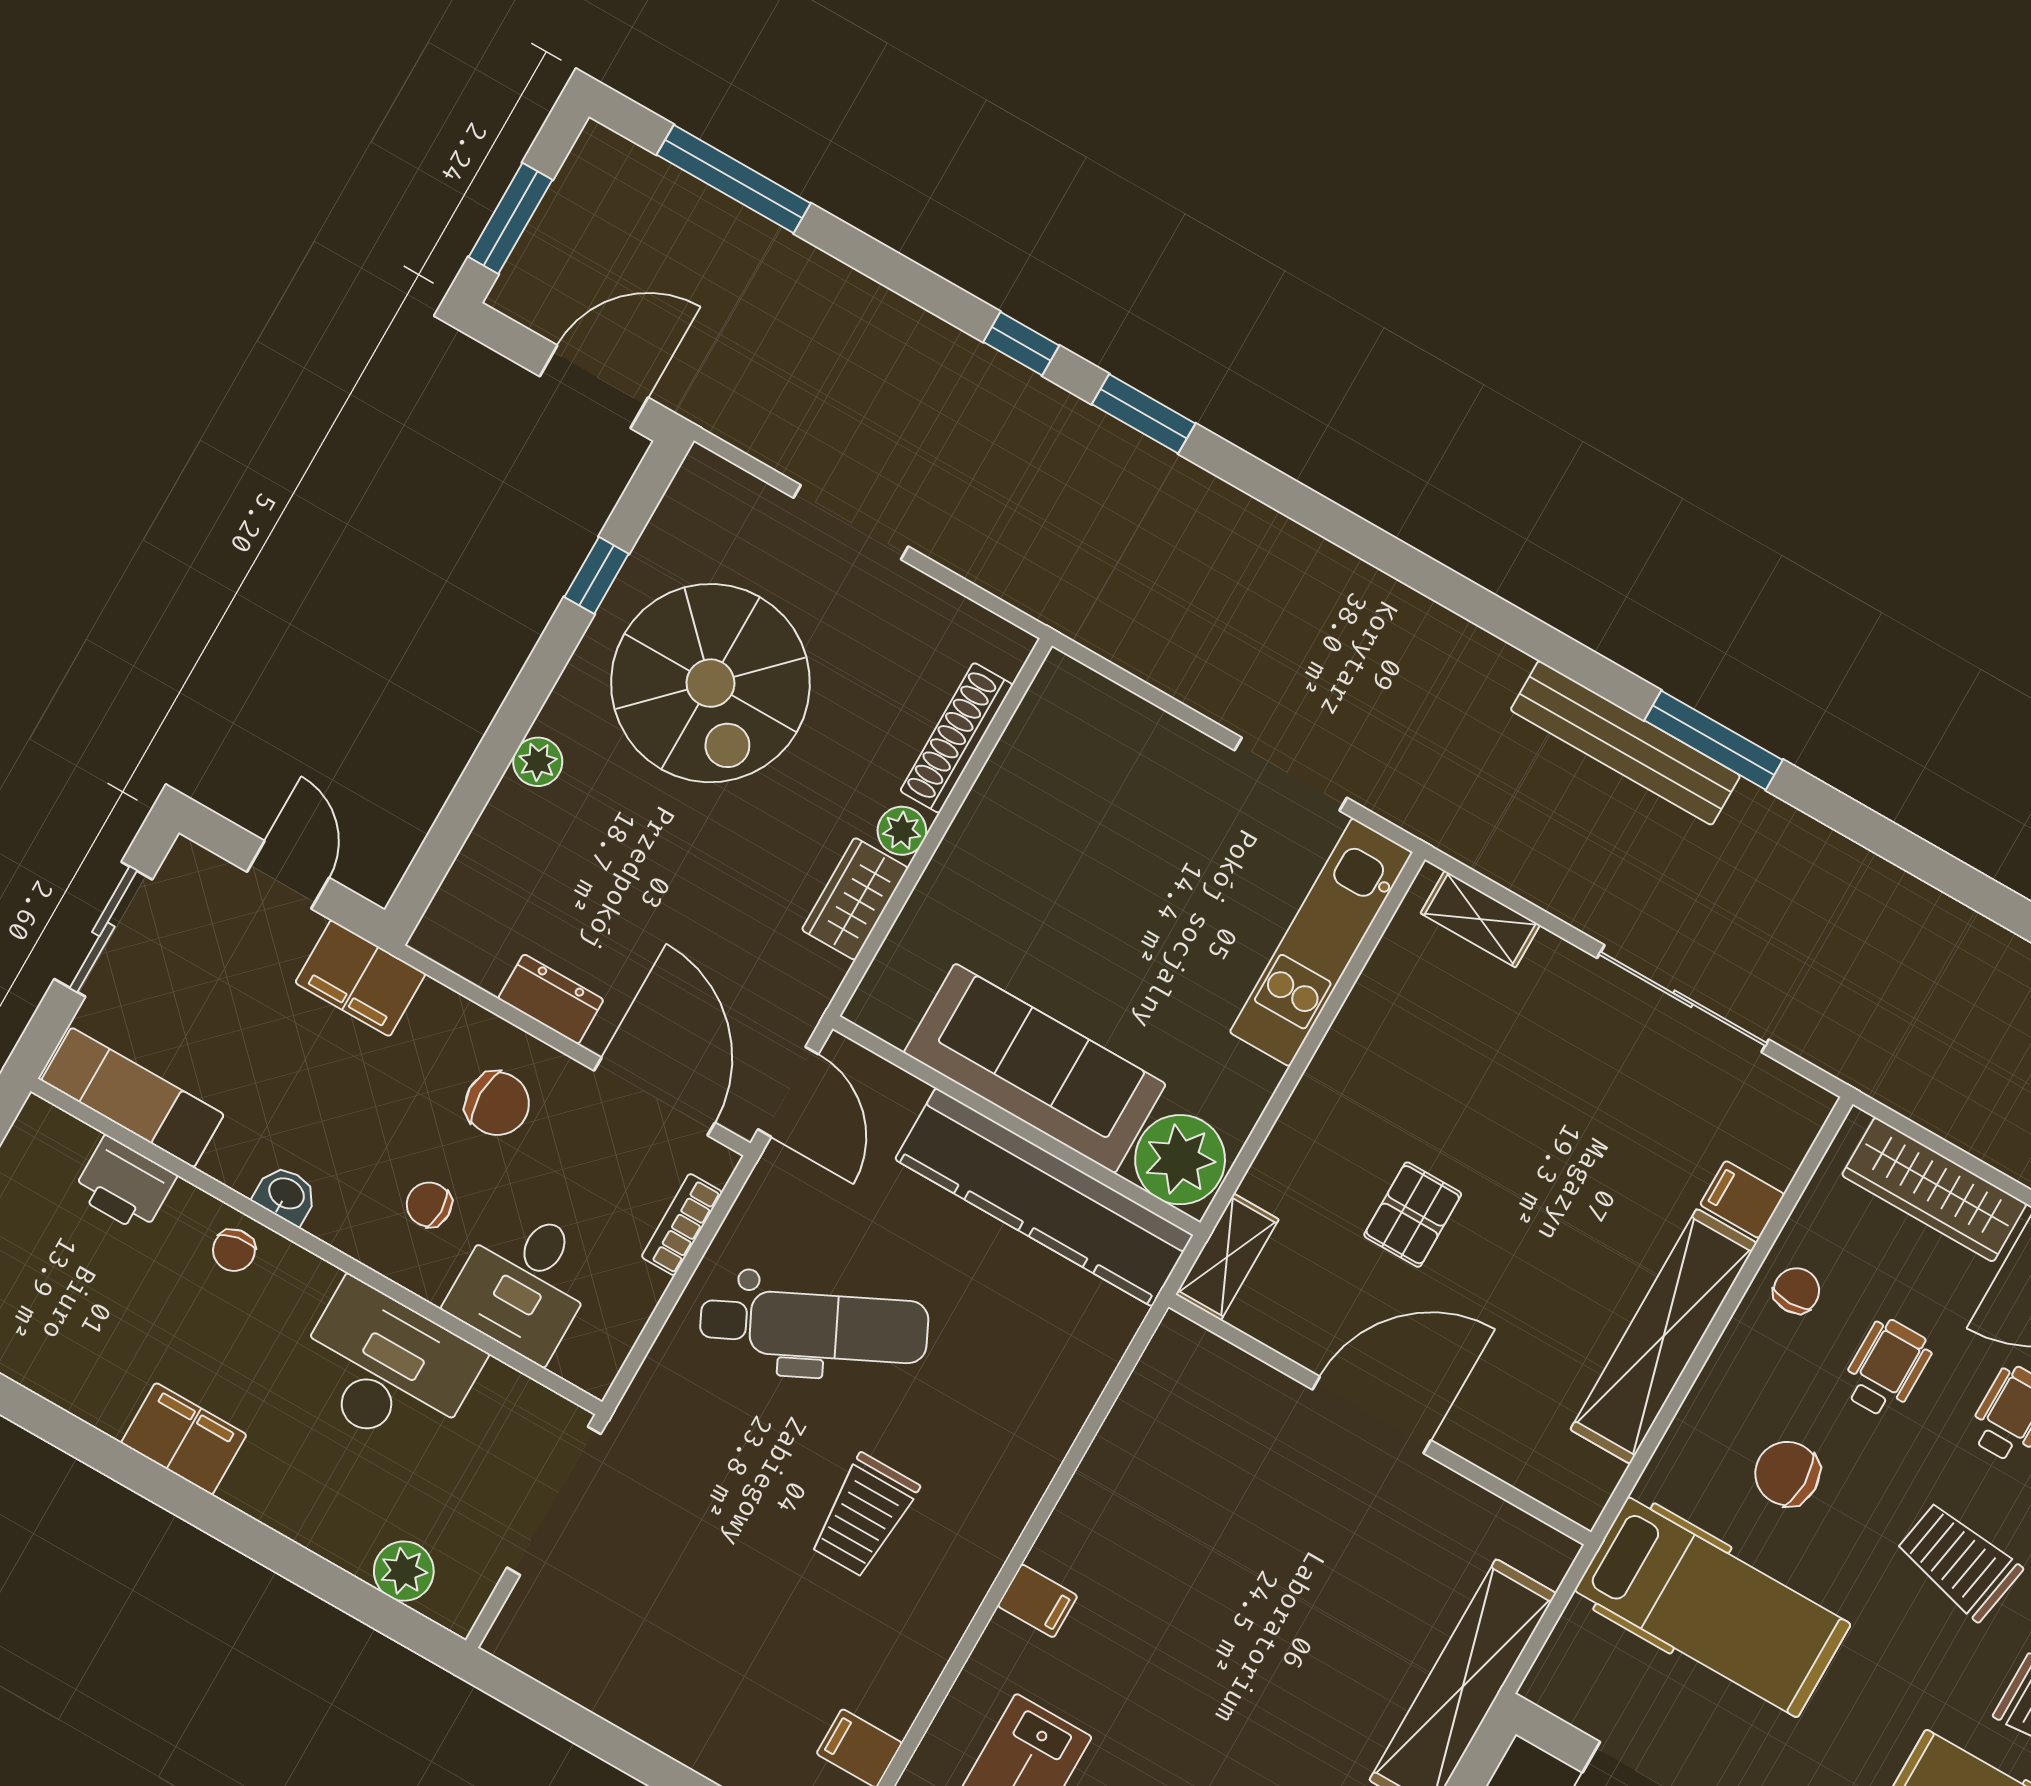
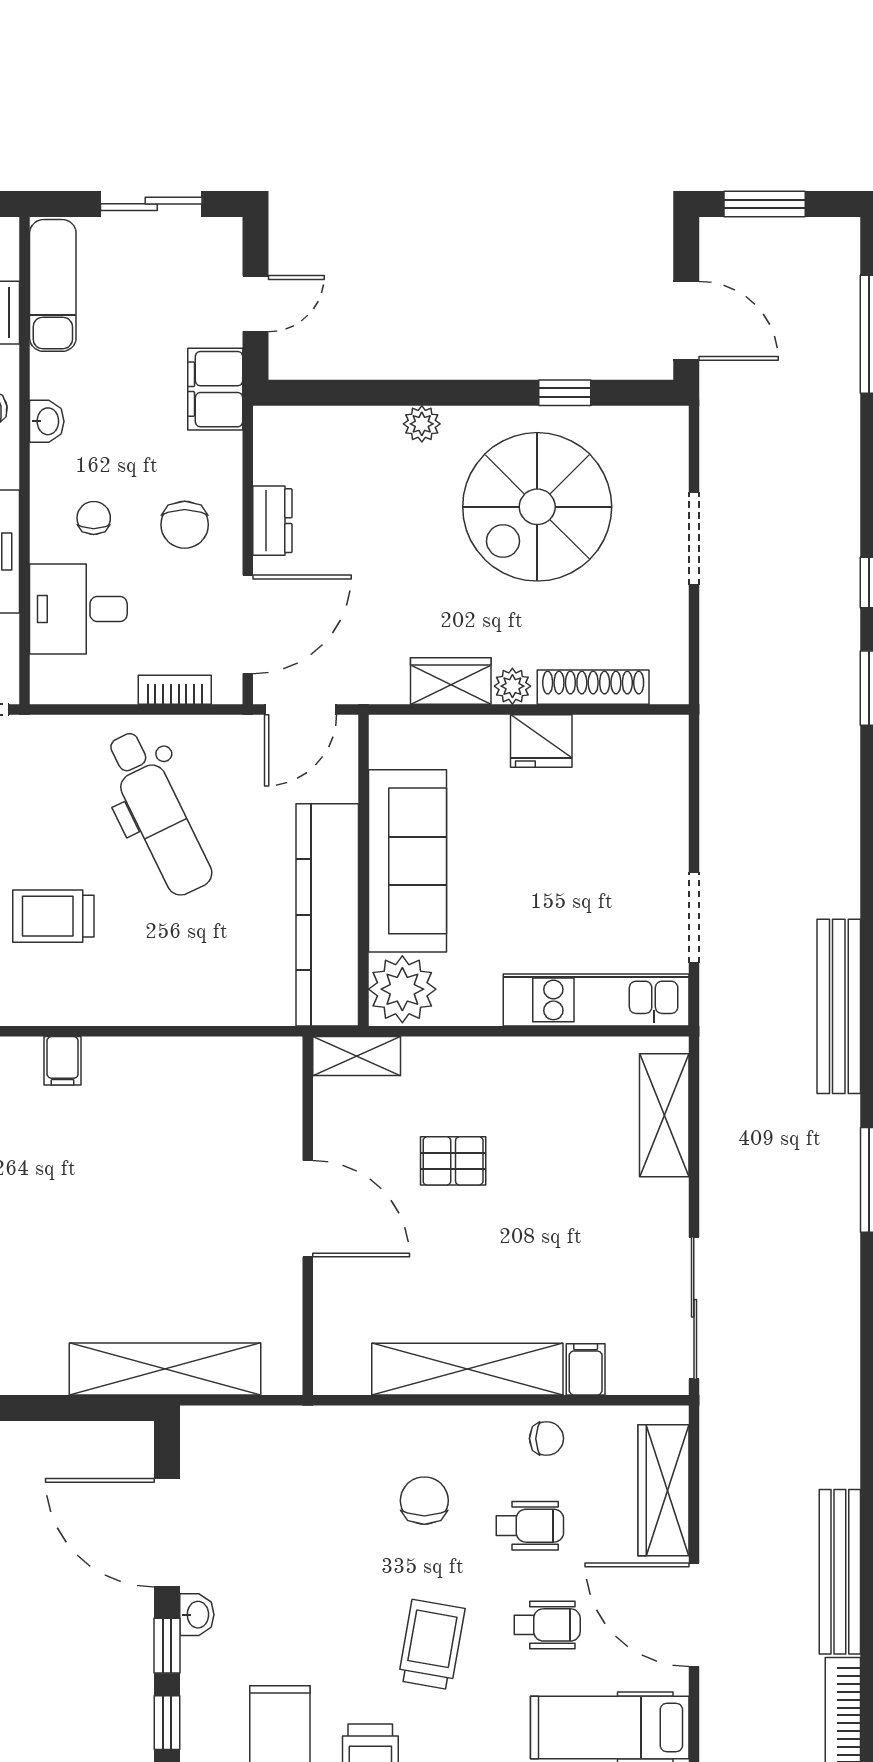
bench: (1625, 743) -> (839, 1006), moved
fridge: (984, 834) -> (541, 741), added
shelving: (1480, 919) -> (664, 1115), width x1.50, depth x1.33
sliding door: (1683, 999) -> (694, 1308), moved
hospital bed: (1713, 1607) -> (310, 1502), removed

